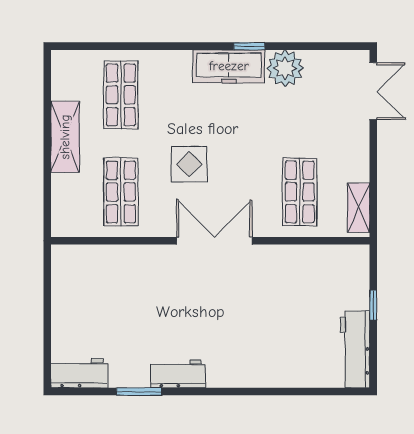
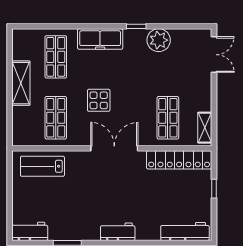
freezer: (229, 66) -> (100, 39), moved
locker: (318, 259) -> (179, 160), added
lab bench: (100, 269) -> (42, 166), added
workbench: (355, 349) -> (185, 231), moved, turned 90
workbench: (178, 374) -> (118, 232), moved

